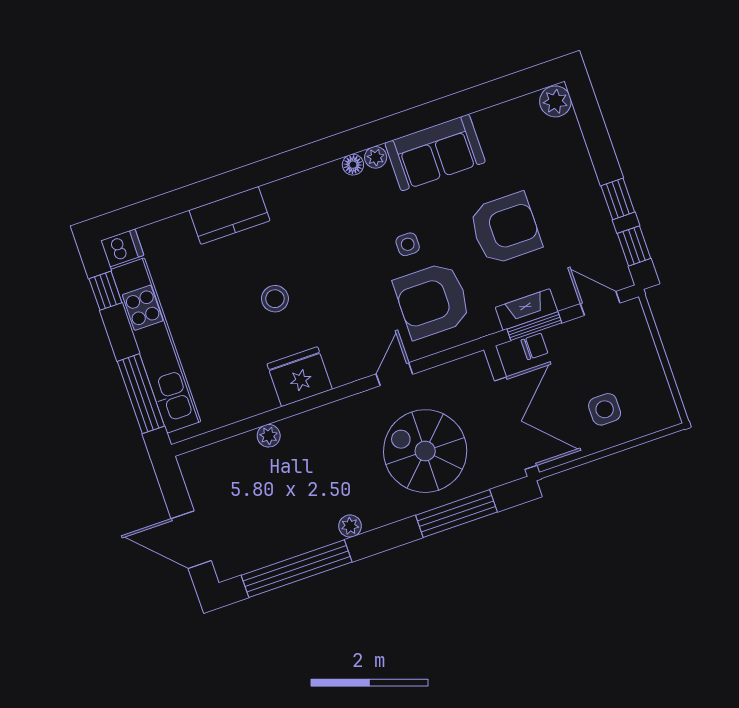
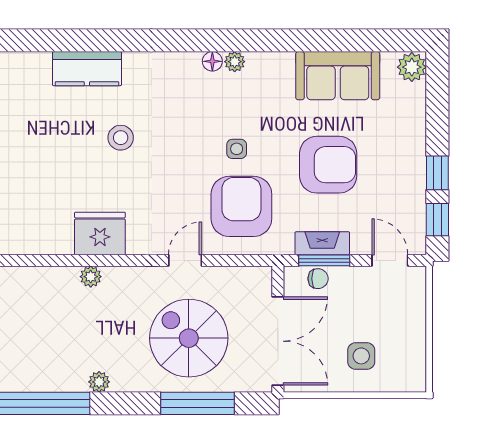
sofa: (435, 153) -> (338, 76), moved
stool: (275, 299) -> (121, 138), moved
armchair: (432, 300) -> (241, 206), turned 90
plant: (269, 436) -> (91, 277), moved

